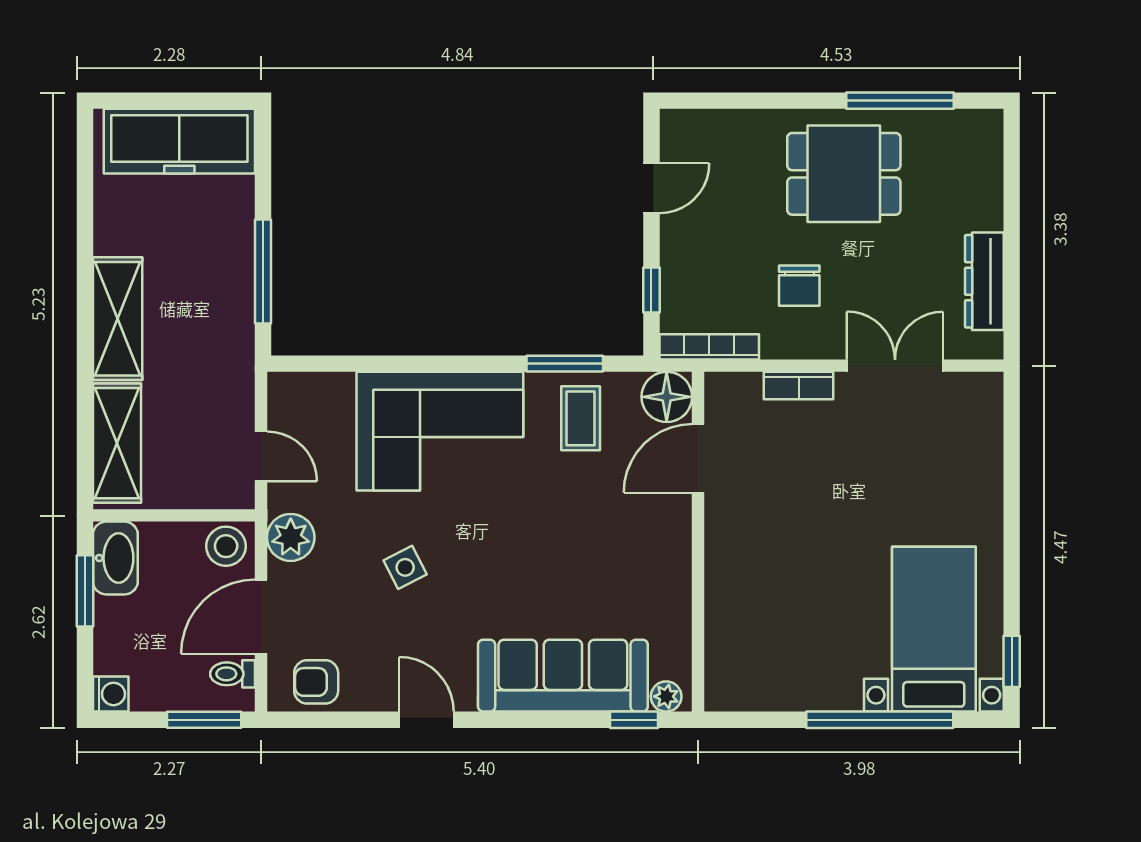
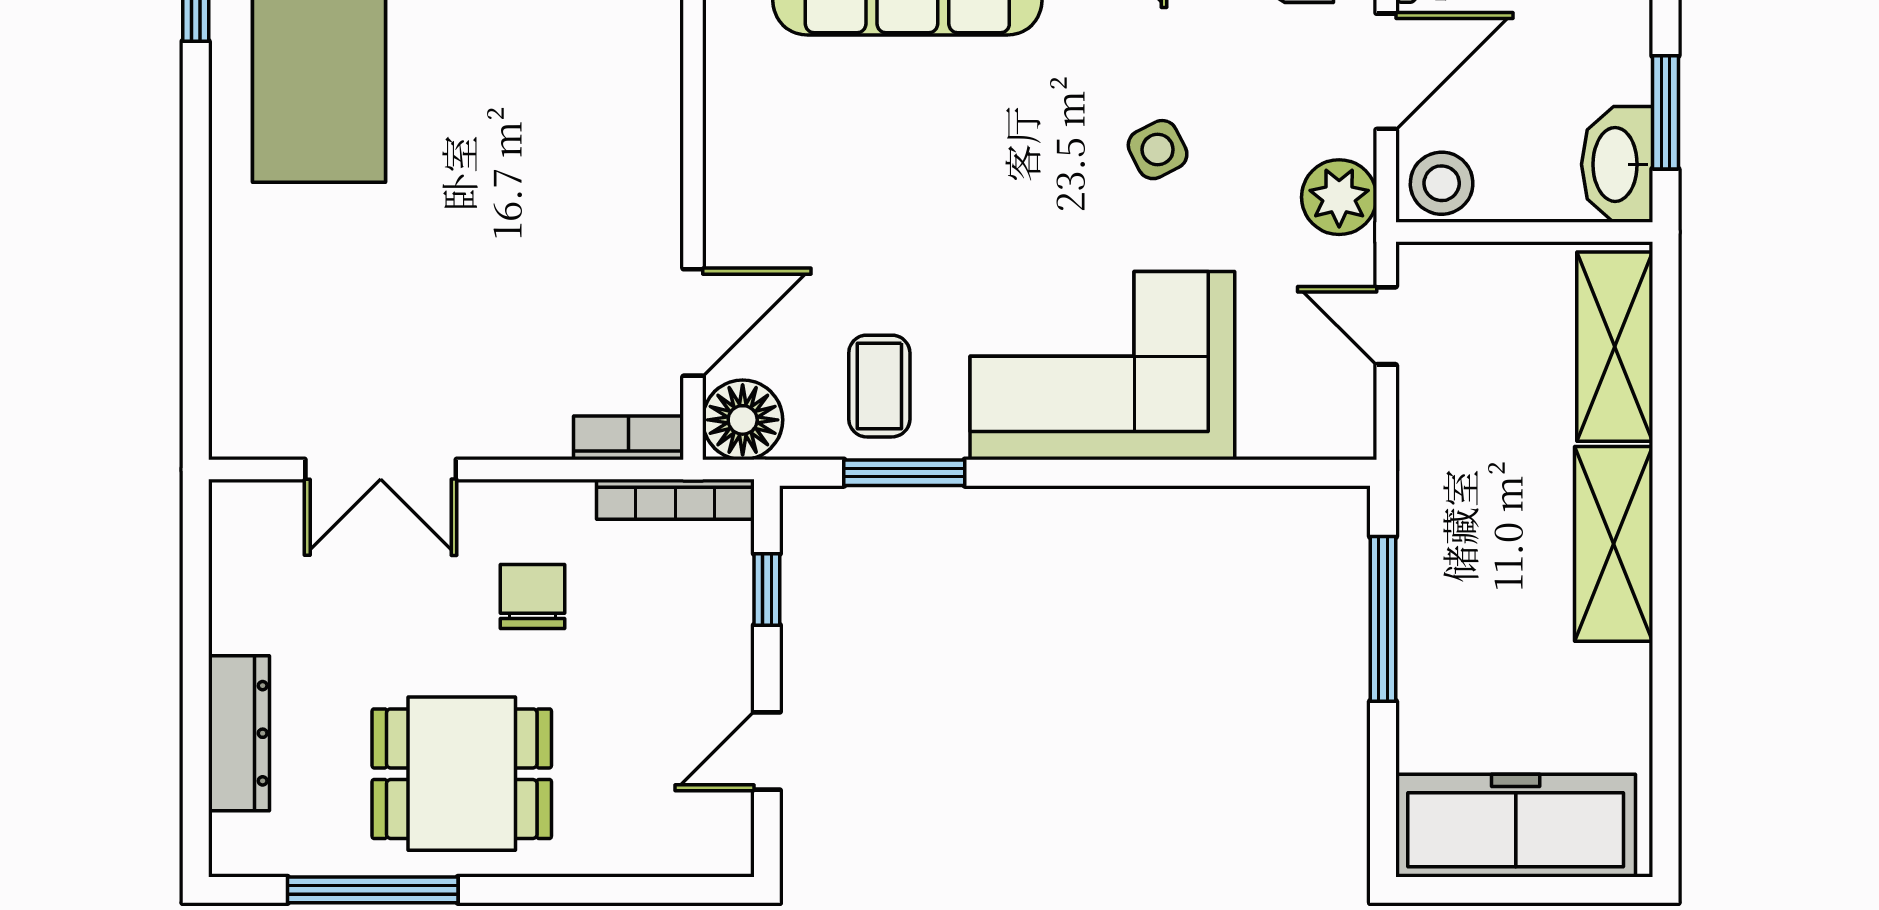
dresser: (984, 281) -> (239, 733), moved
bookcase: (799, 386) -> (629, 438), moved

